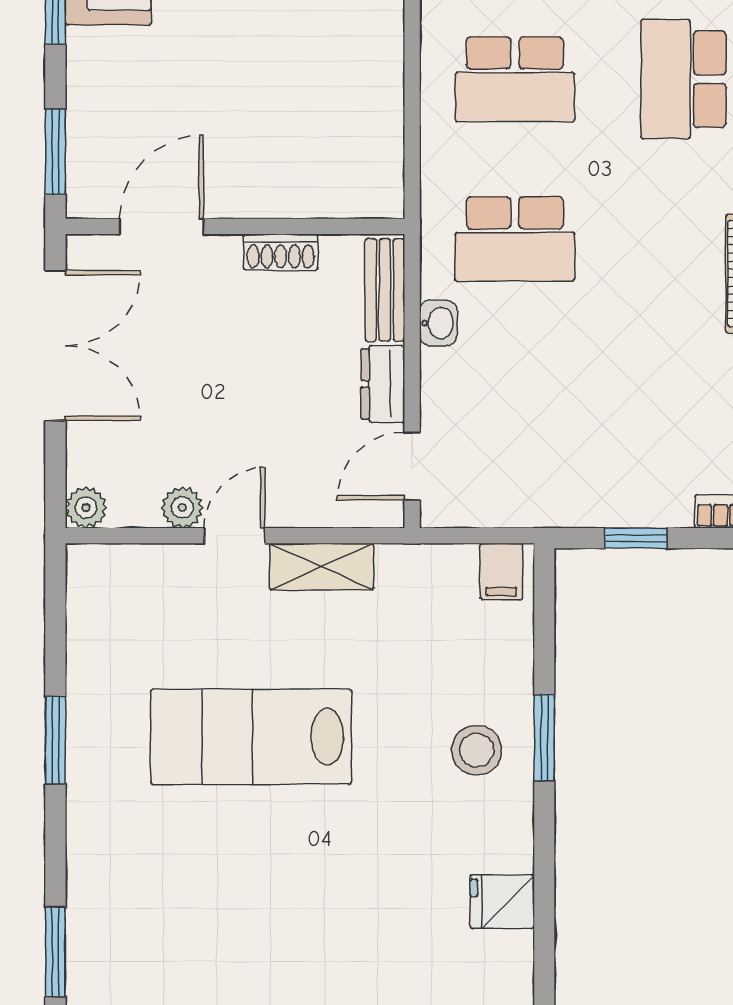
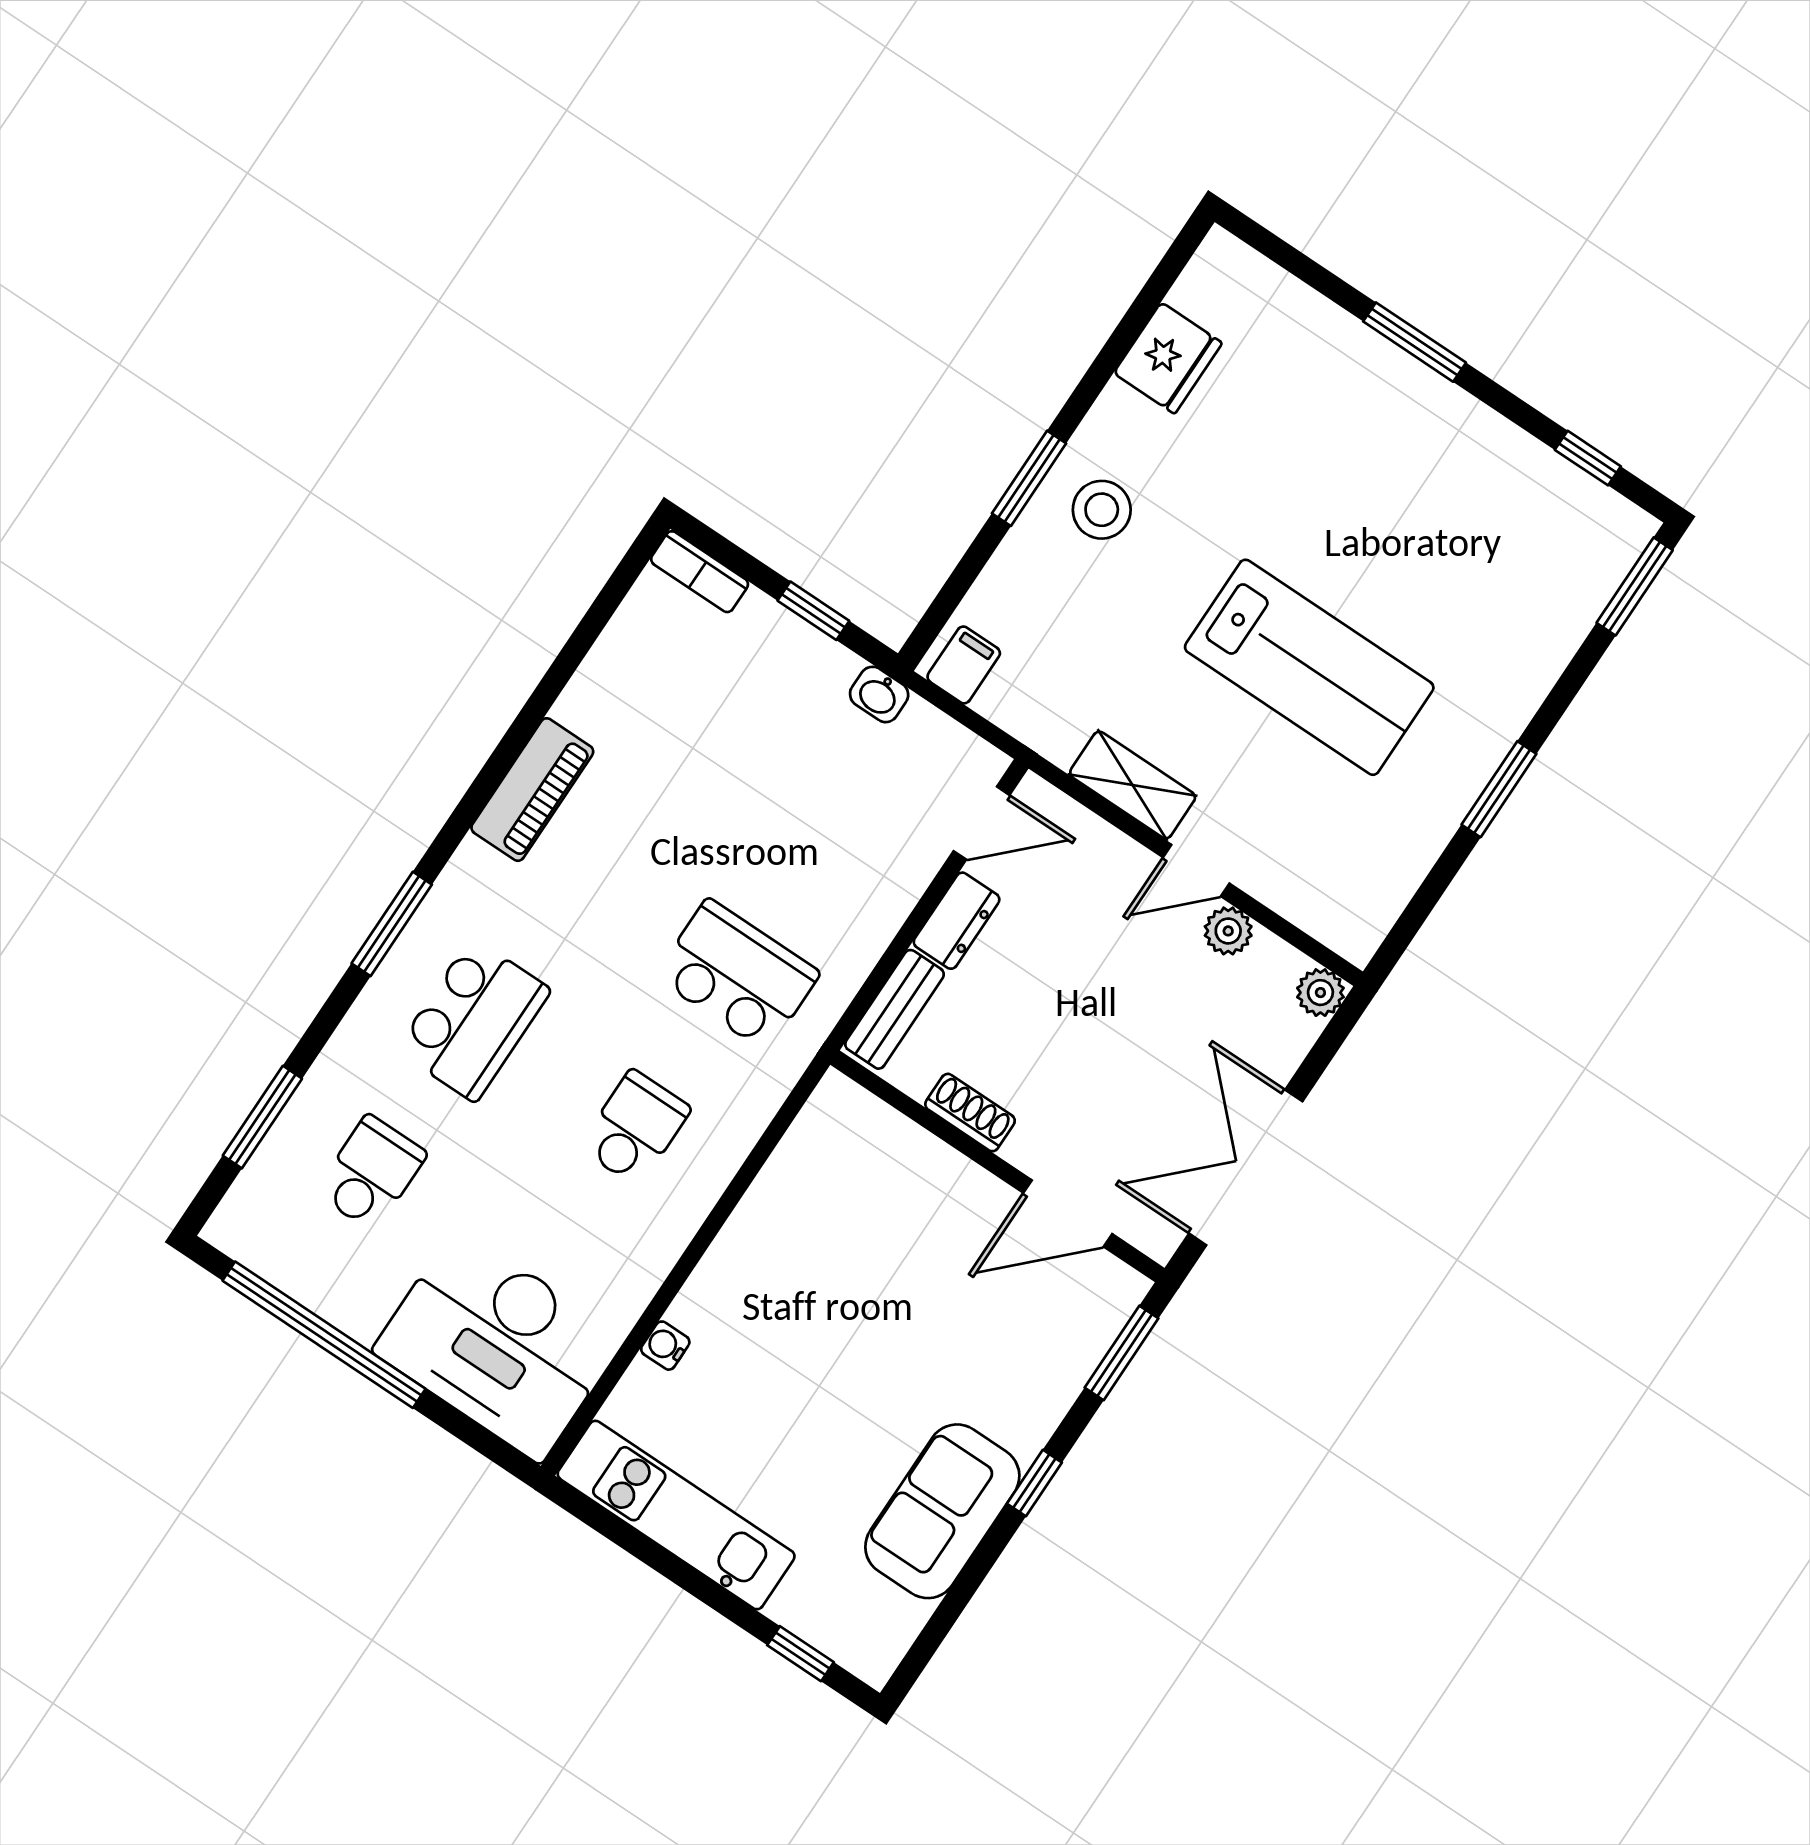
school desk: (515, 79) -> (635, 1128), width x0.54
washbasin: (438, 323) -> (879, 694), moved, turned -90
fridge: (502, 902) -> (1168, 358), width x1.38

